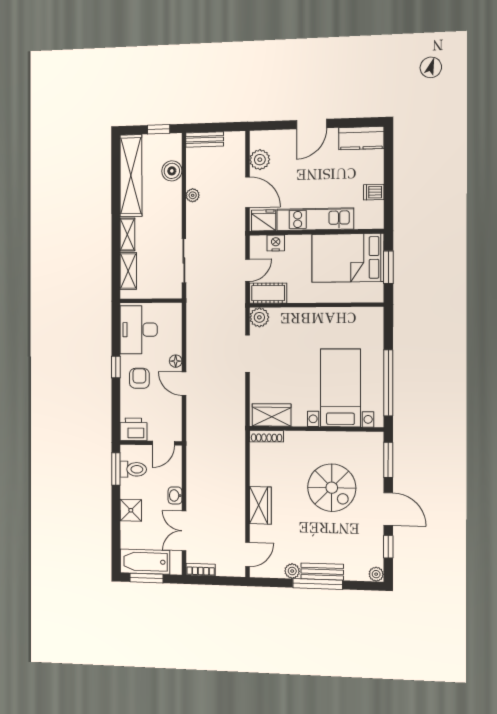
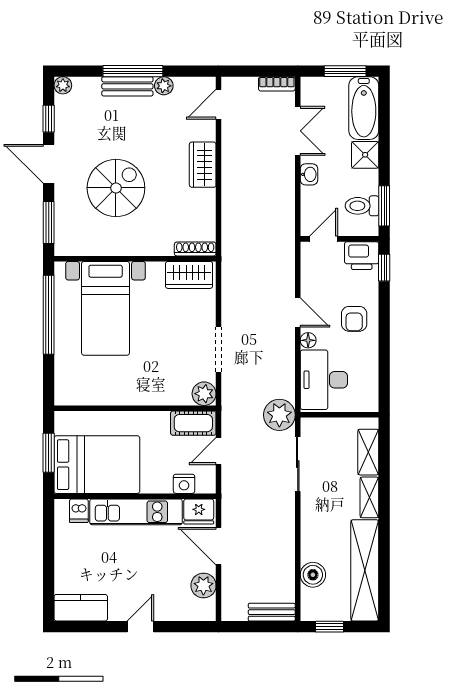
door: (312, 124) -> (140, 627), width x0.73
dishwasher: (374, 192) -> (79, 511), moved, turned 90
plant: (193, 195) -> (279, 415), moved, width x1.88, depth x1.88
desk: (139, 330) -> (324, 380), moved, turned 180
window: (116, 367) -> (384, 268), moved
spiral stairs: (332, 488) -> (116, 188), turned 90
bathtub: (145, 562) -> (364, 108), moved, turned 90

